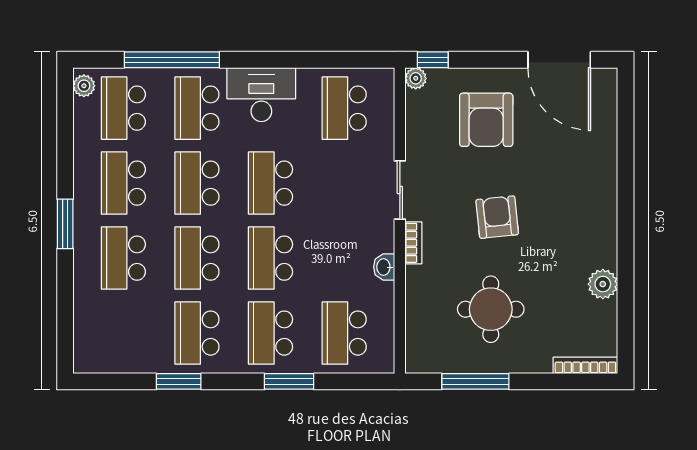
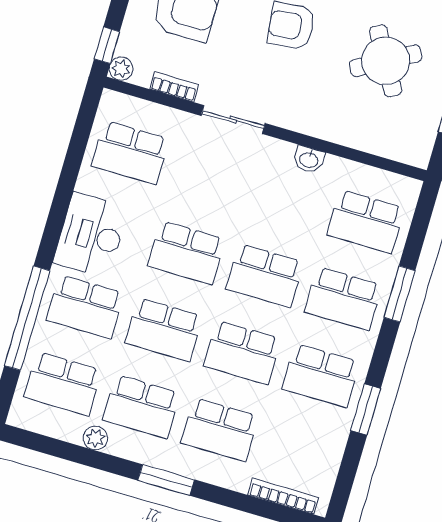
plant: (84, 86) -> (95, 438), moved
bookcase: (413, 243) -> (174, 87), moved
round table: (491, 309) -> (386, 61), turned -30
bookcase: (81, 331) -> (283, 496), added

